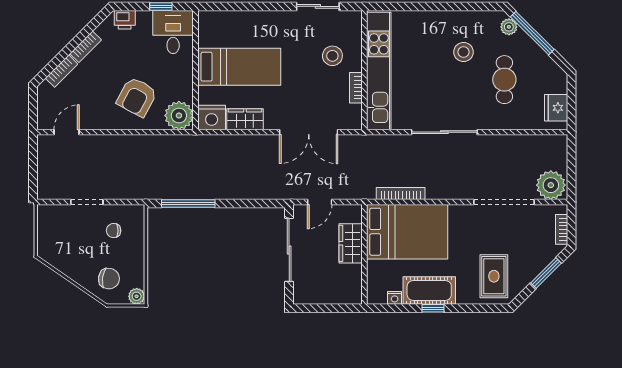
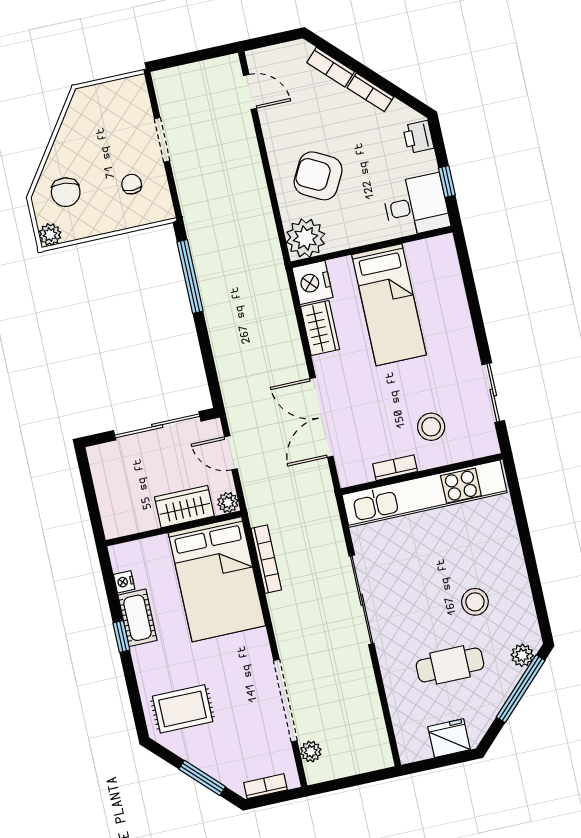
fridge: (556, 108) -> (449, 738), moved
plant: (551, 185) -> (311, 751), width x0.53, depth x0.53
plant: (354, 212) -> (228, 502), added
cot: (429, 290) -> (137, 618), width x0.73, depth x0.75

